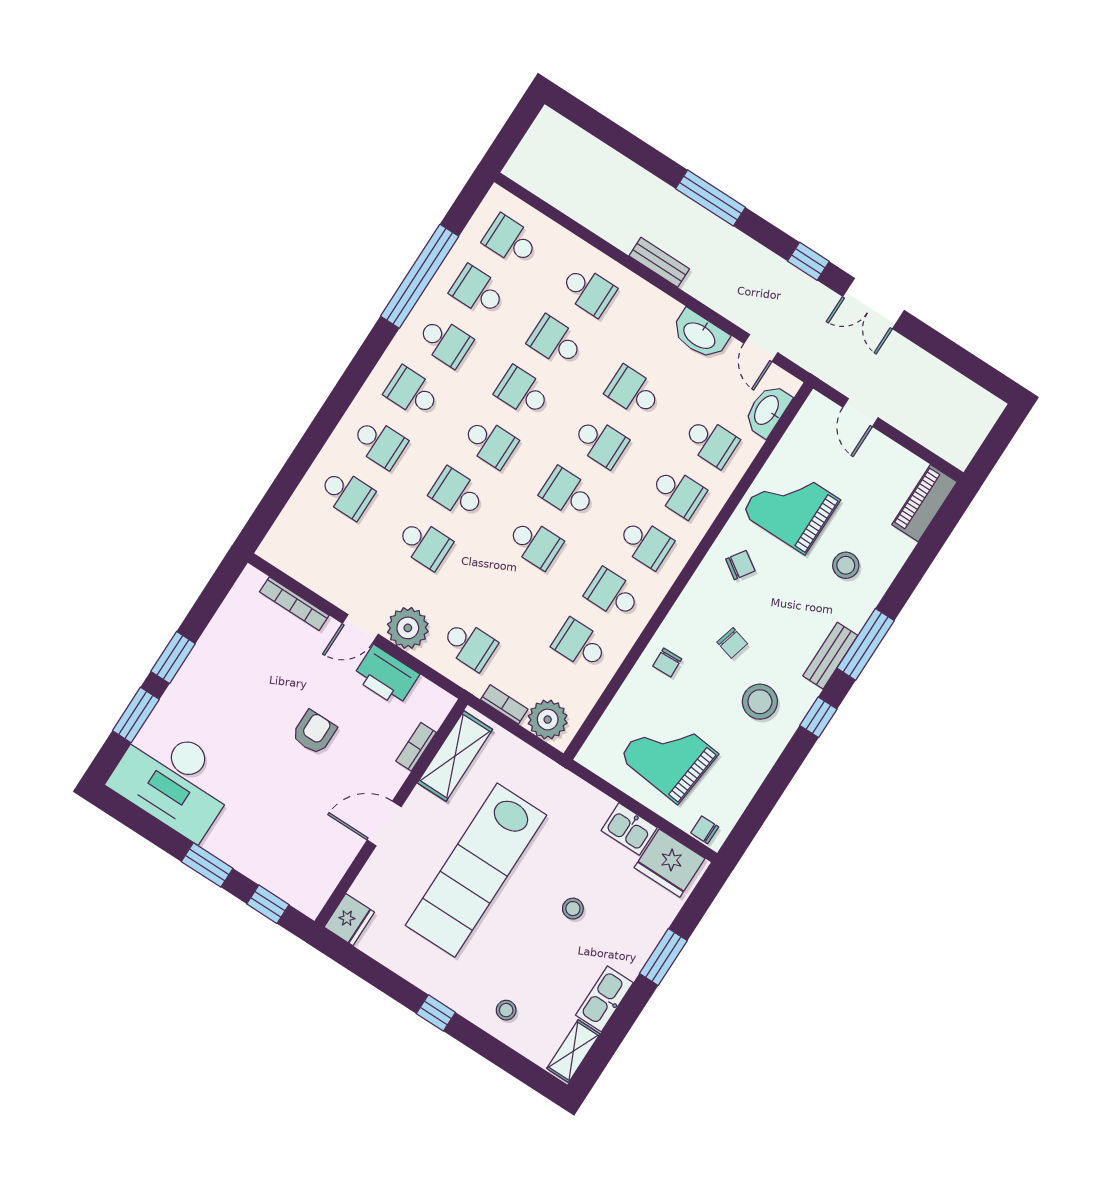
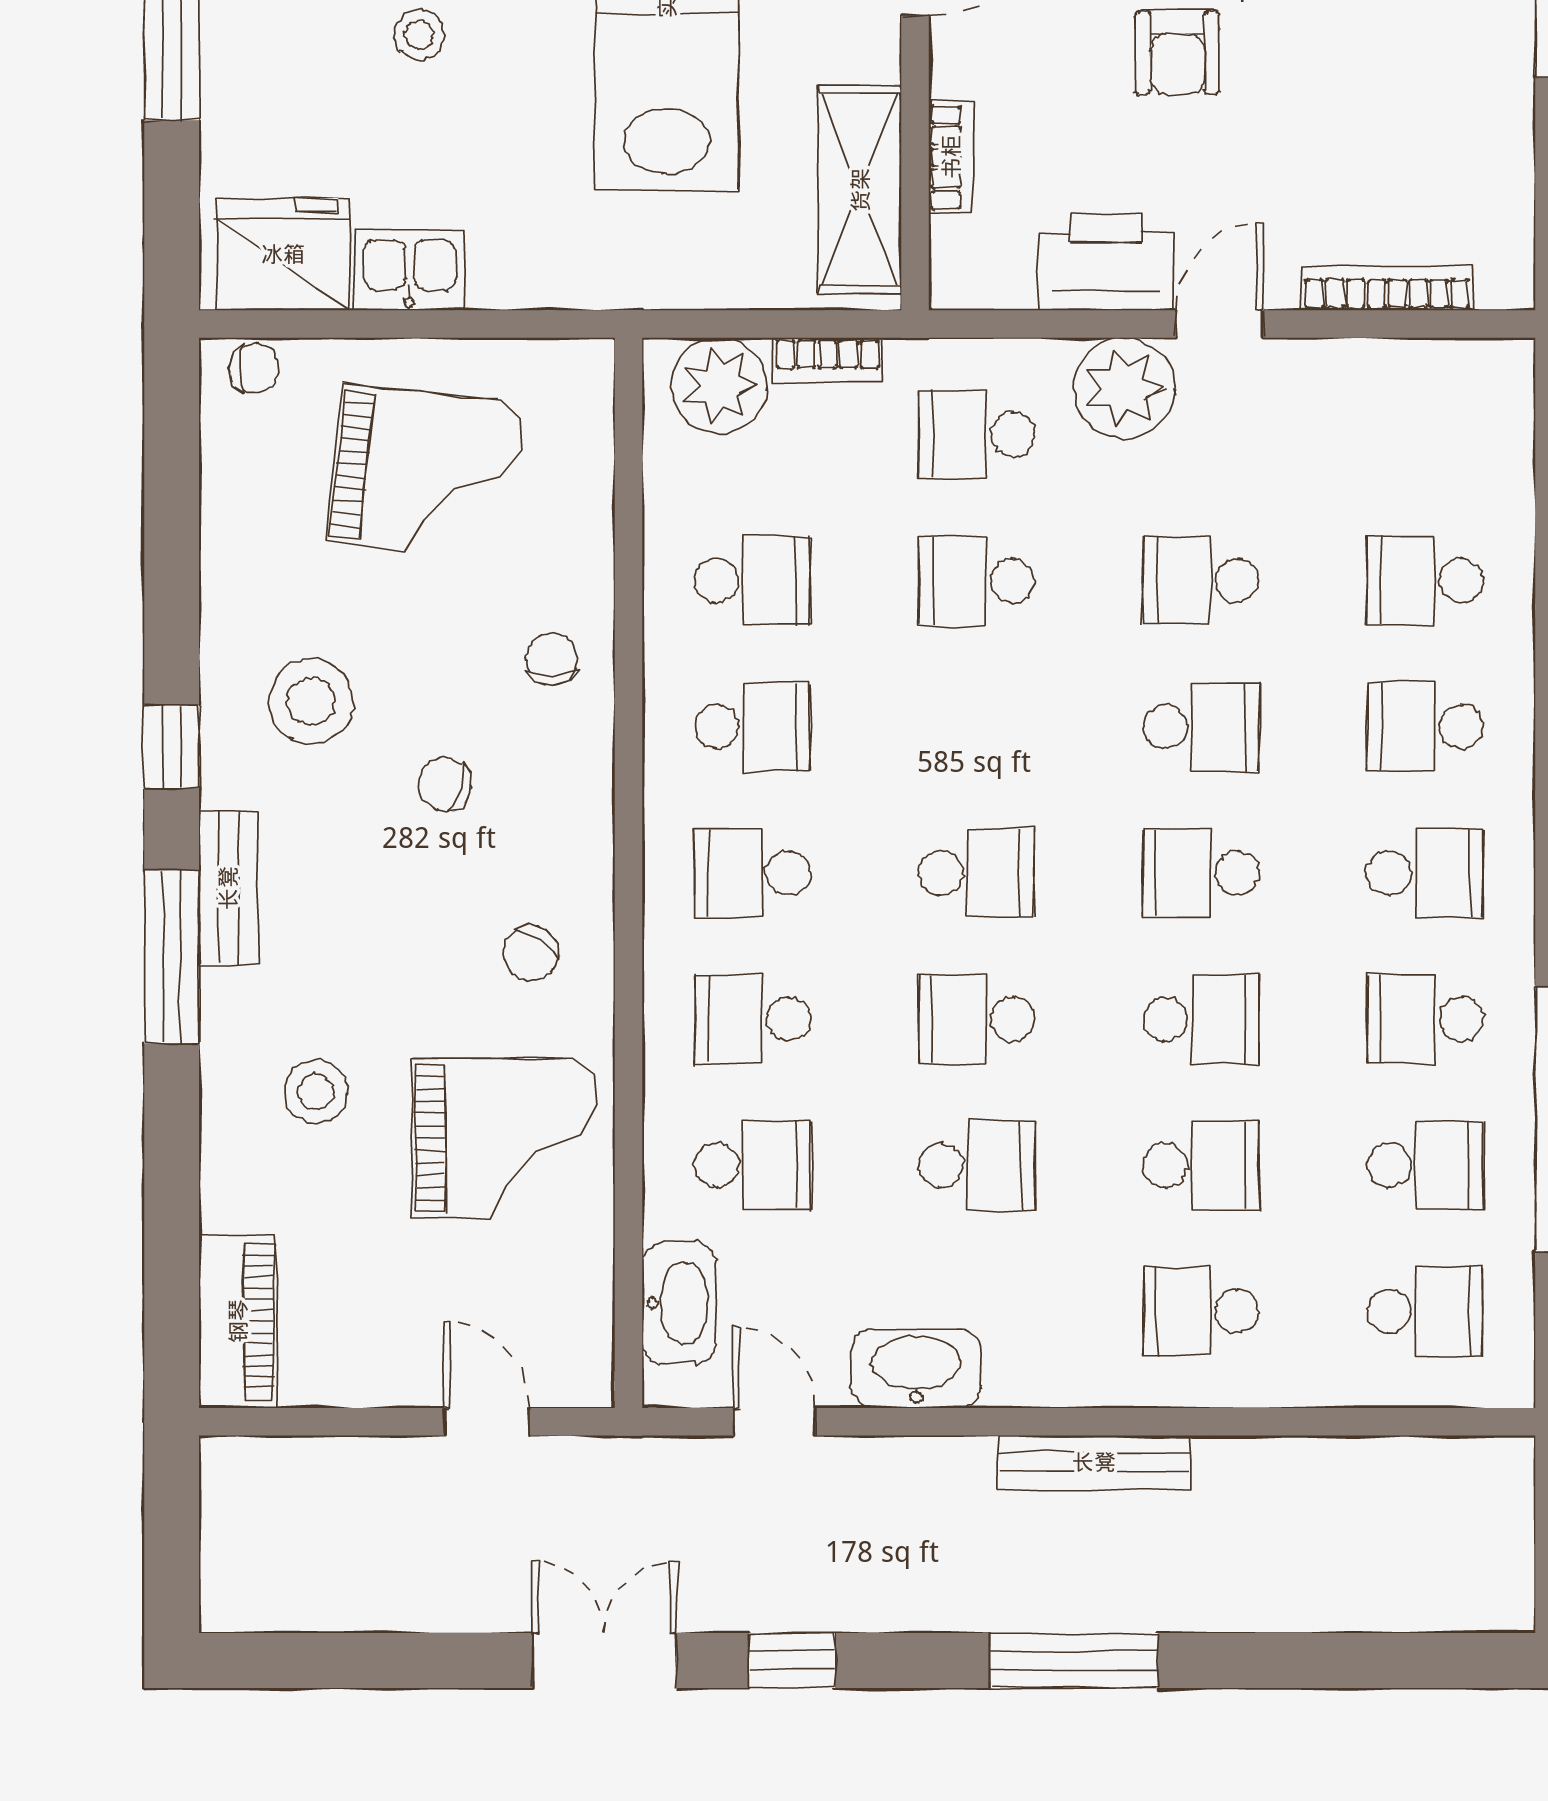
bench: (659, 262) -> (1094, 1462), width x1.36
school desk: (711, 442) -> (752, 1165), turned 180
school desk: (535, 544) -> (977, 581), moved

